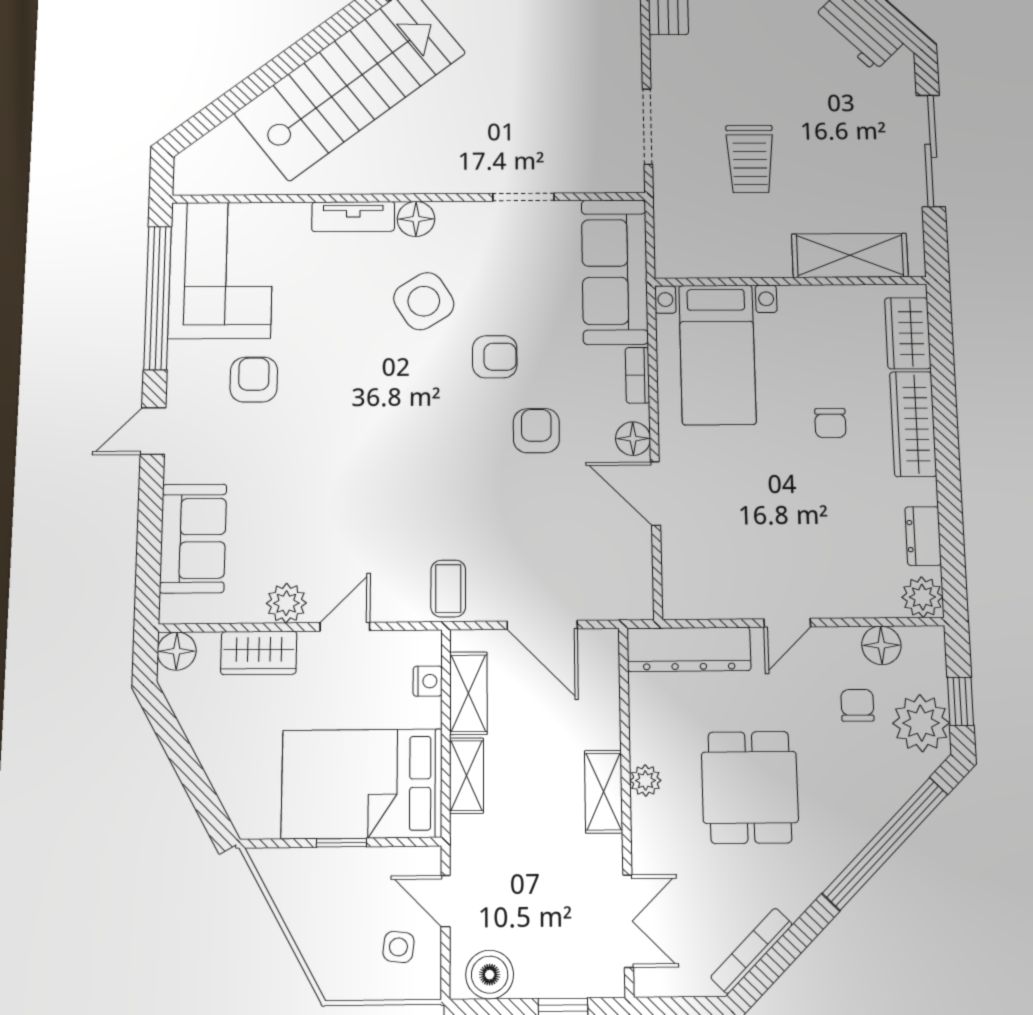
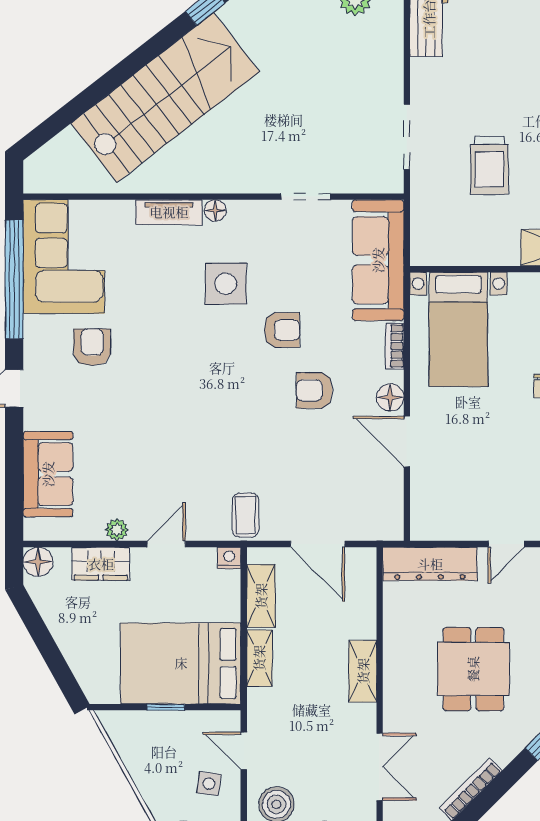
floor lamp: (416, 219) -> (215, 211), width x0.73, depth x0.73
side table: (424, 301) -> (226, 284), turned 32
armchair: (536, 431) -> (314, 390), turned -90
plant: (286, 603) -> (117, 530), width x0.73, depth x0.73
nightstand: (428, 681) -> (229, 558), moved, turned -90
plant: (645, 780) -> (395, 663), removed

